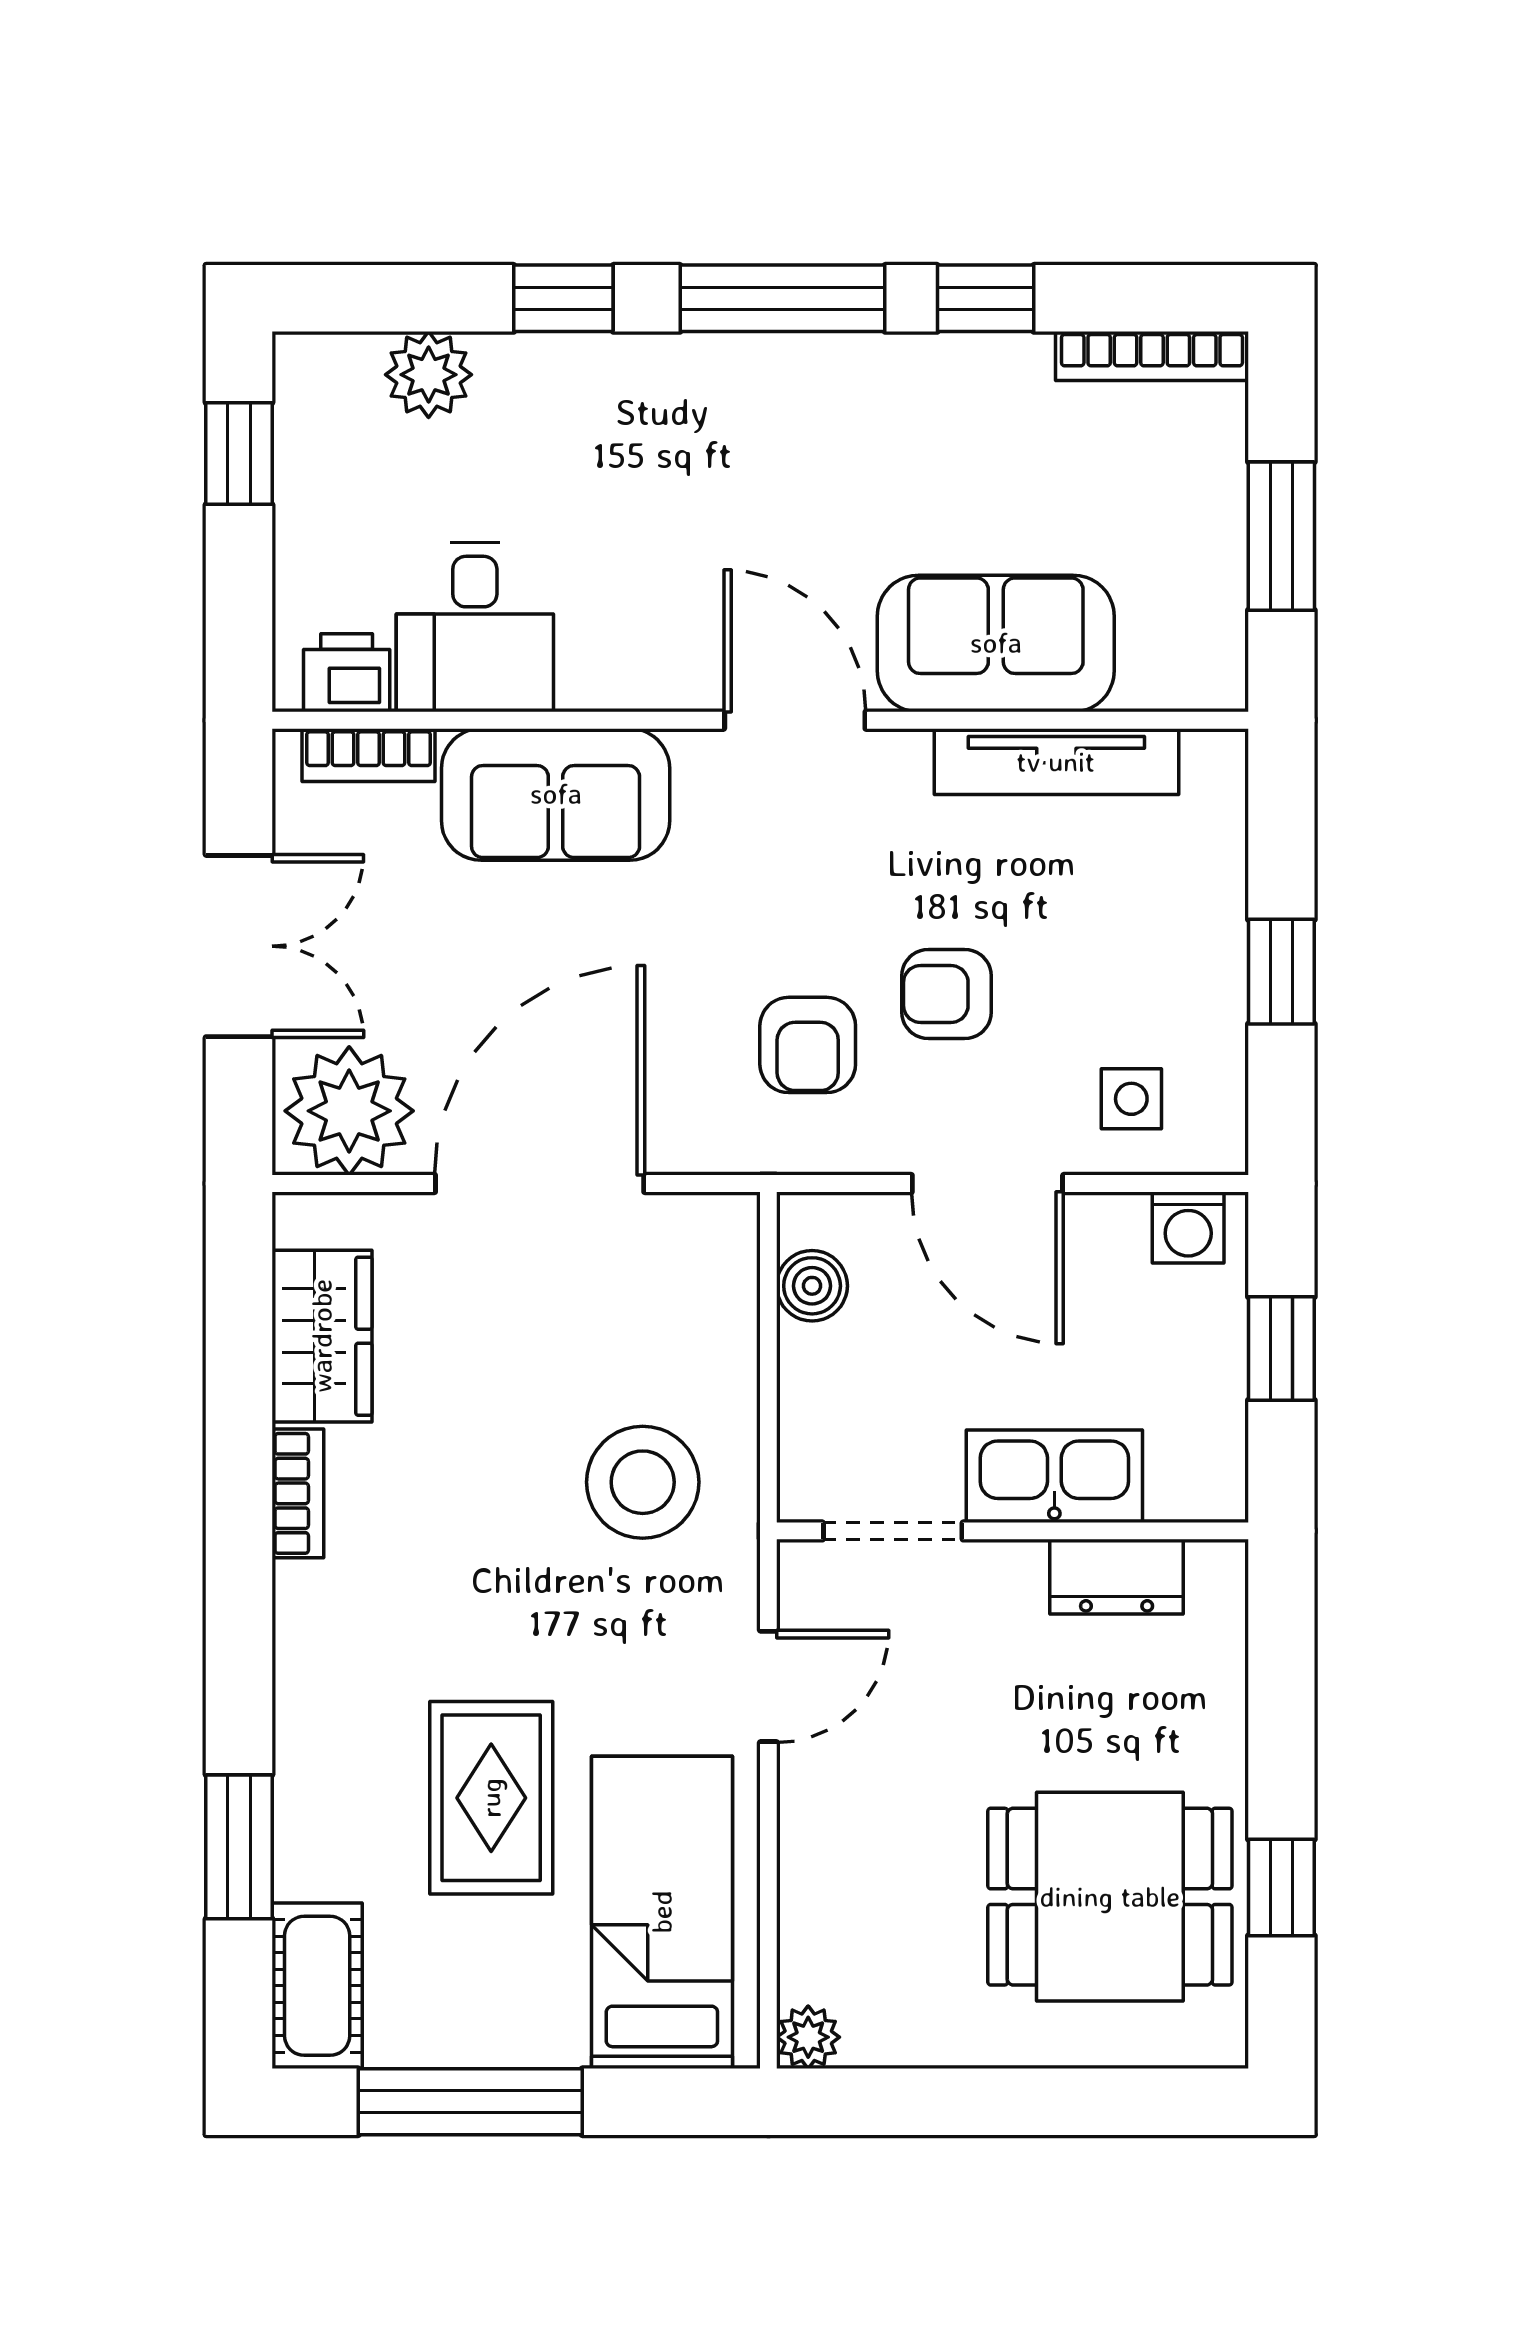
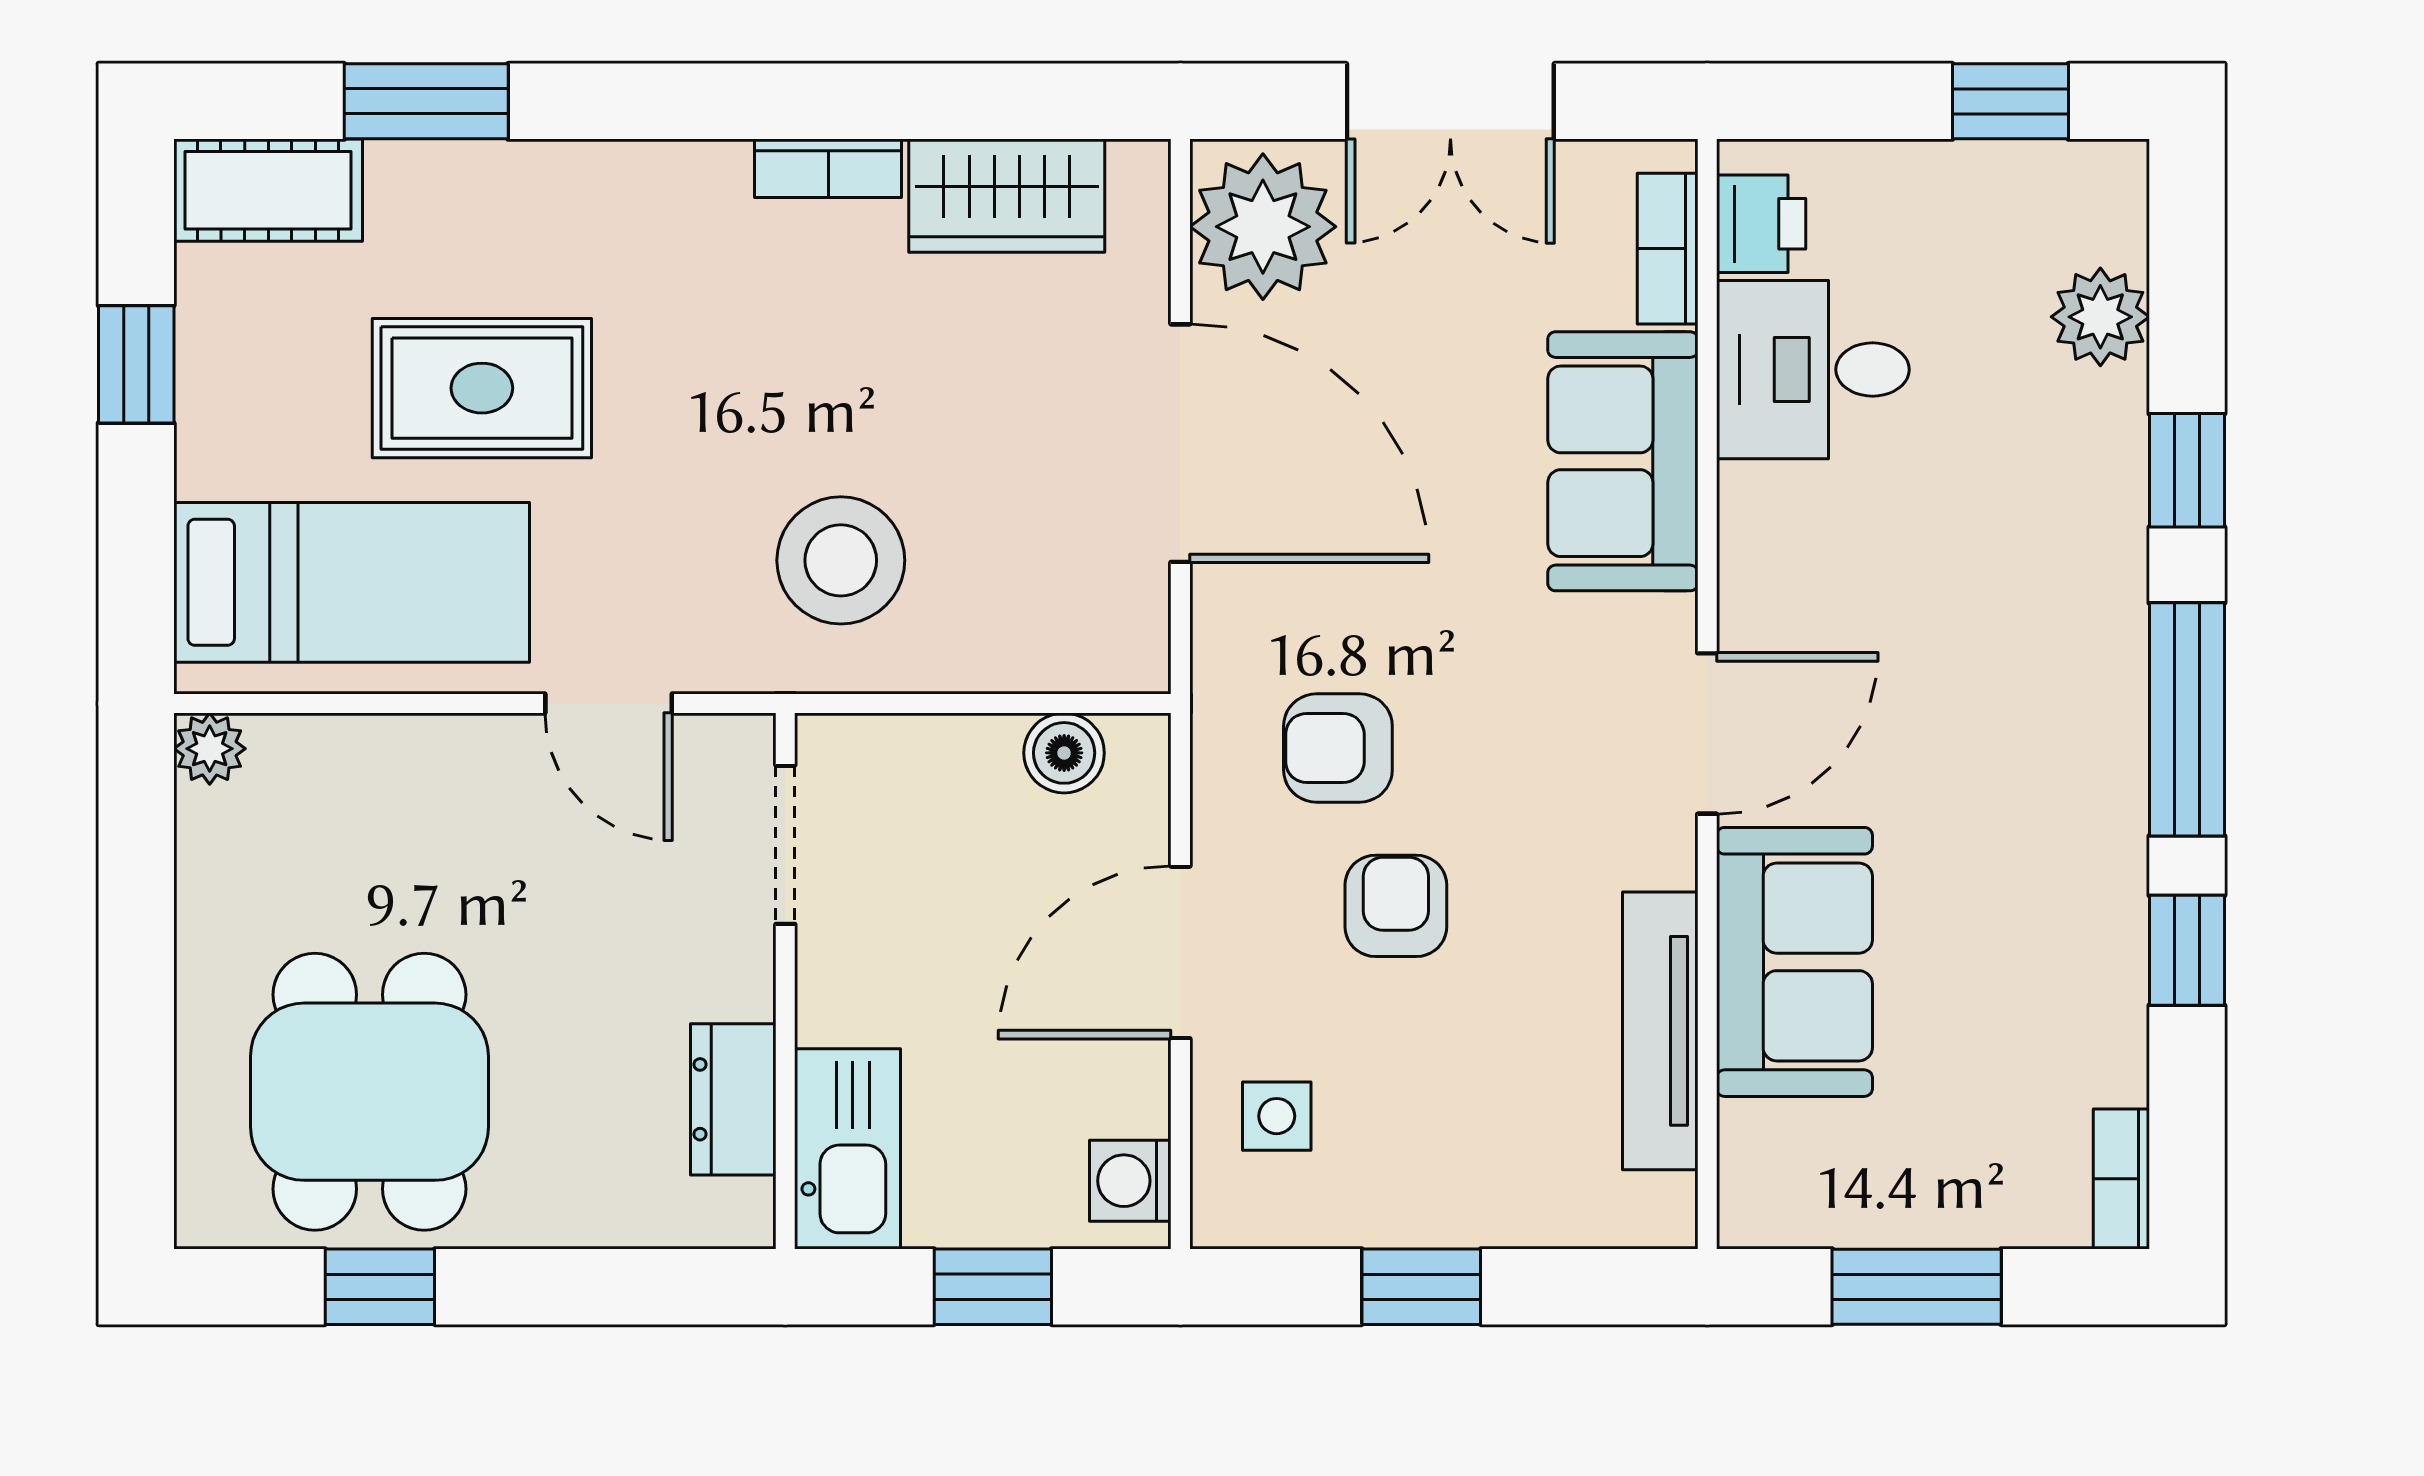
bookcase: (1152, 356) -> (2121, 1179), width x0.64
kitchen sink: (1054, 1476) -> (848, 1149), moved
window: (470, 2102) -> (136, 364), width x0.46

